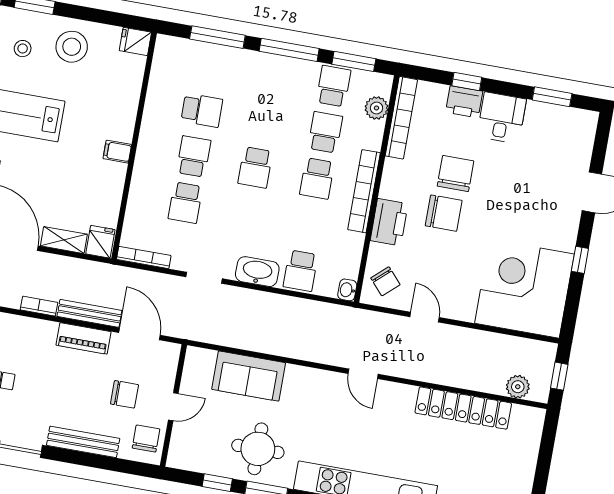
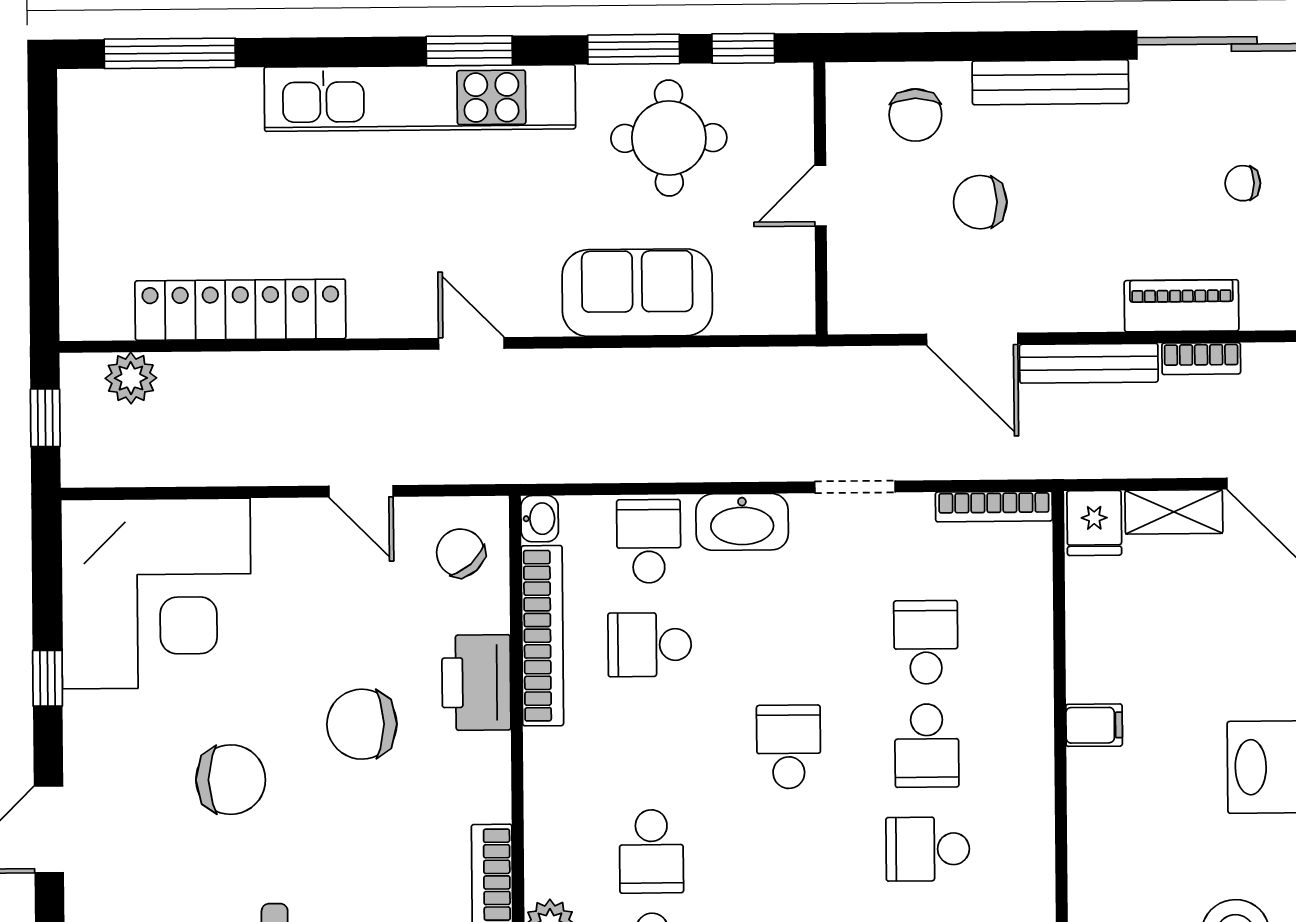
chair: (456, 174) -> (231, 780), moved, turned -90
school desk: (317, 178) -> (650, 645), moved, turned -90
bookcase: (364, 191) -> (542, 636), moved
piano: (83, 338) -> (1181, 306), moved
sofa: (249, 376) -> (637, 293), moved
wall: (173, 405) -> (821, 198), moved
door: (173, 407) -> (821, 196), moved

